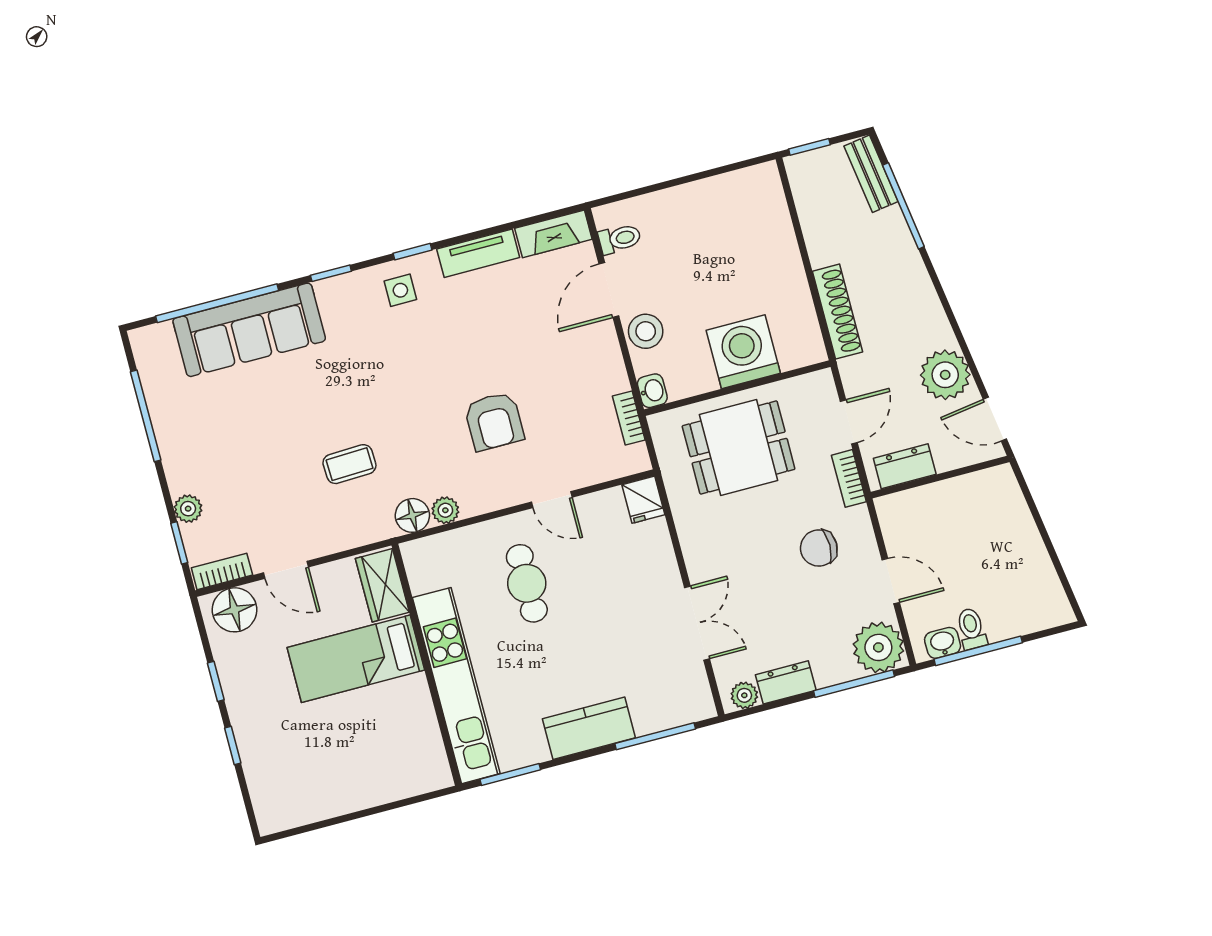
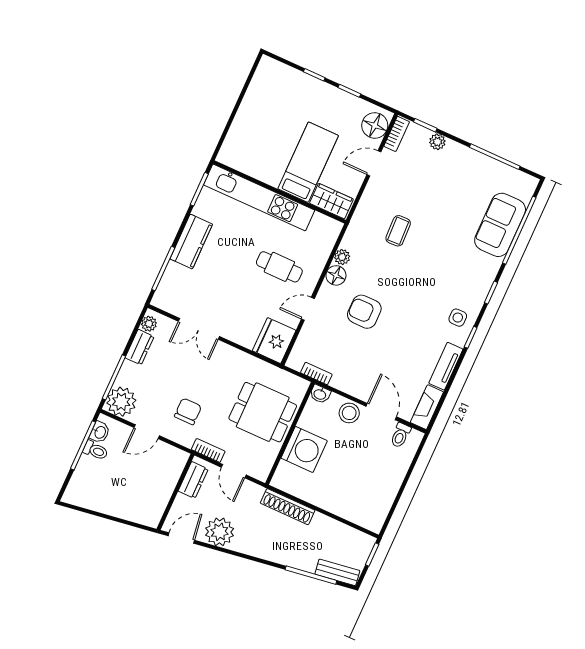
sofa: (249, 330) -> (500, 225), width x0.73
dining table: (739, 448) -> (263, 412), turned 90
fridge: (643, 500) -> (274, 341), width x1.88, depth x1.34
floor lamp: (412, 515) -> (336, 275), moved

